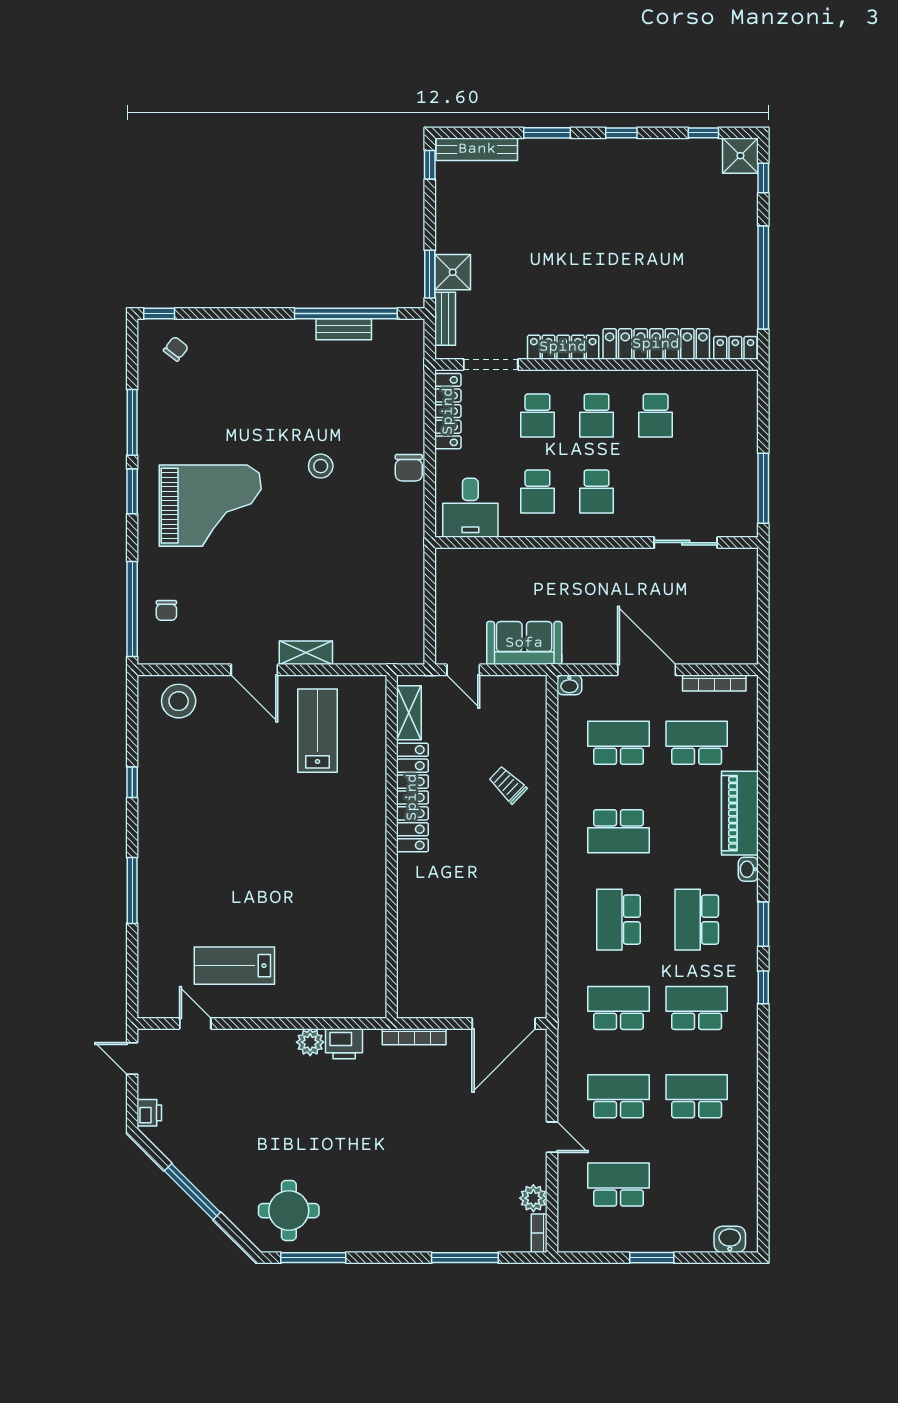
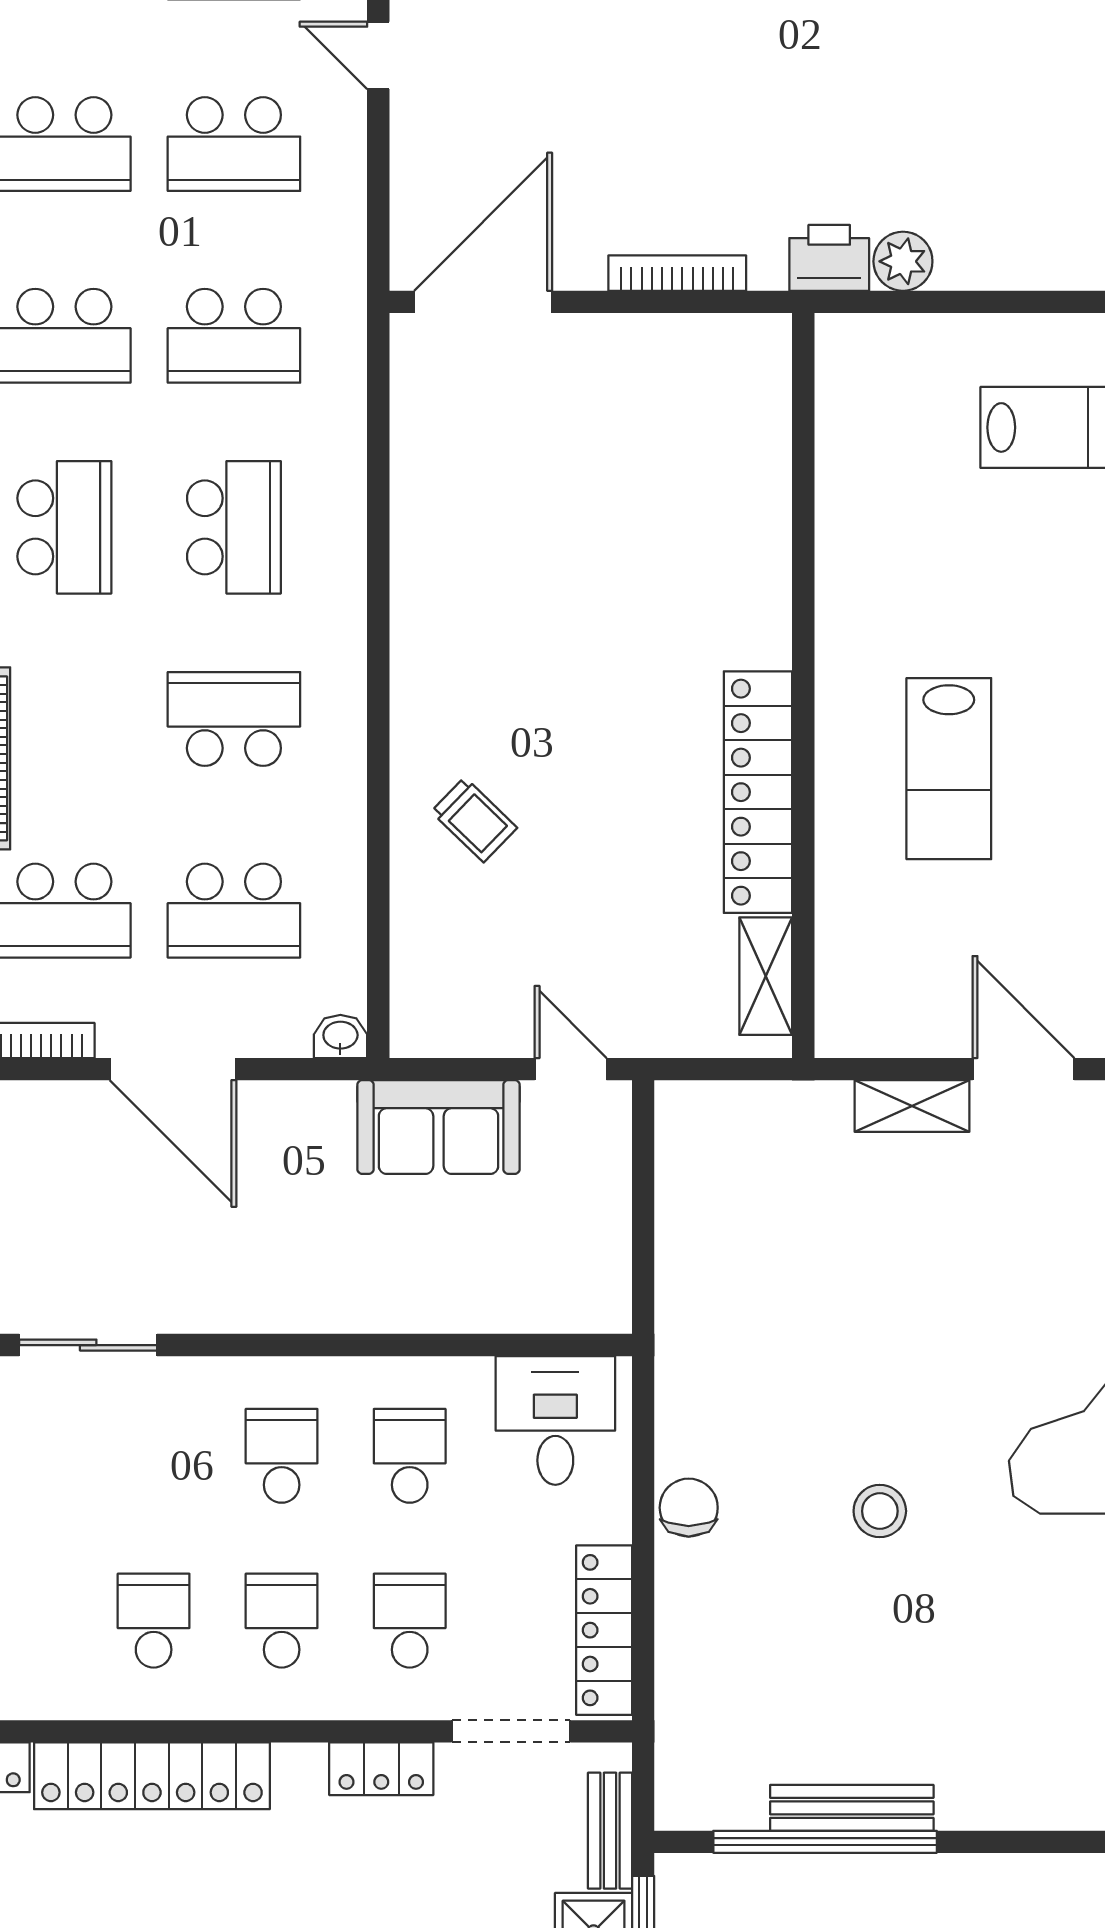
bench: (344, 329) -> (852, 1808), width x1.36
locker: (563, 347) -> (381, 1769), width x0.66
shelving: (409, 713) -> (766, 976), moved
lab bench: (317, 731) -> (949, 769), moved
locker: (412, 797) -> (758, 792), moved
wall: (392, 847) -> (803, 685), moved

